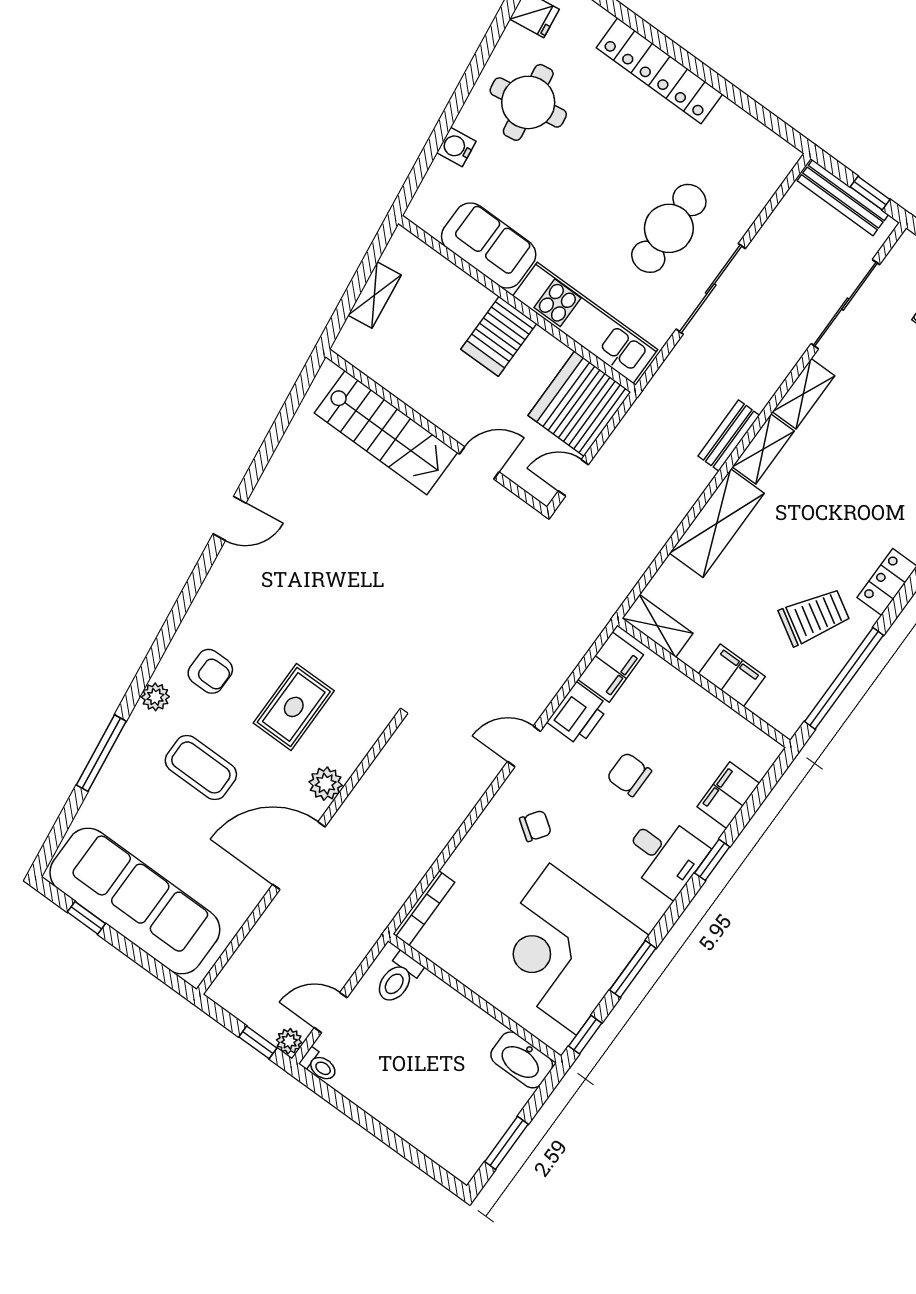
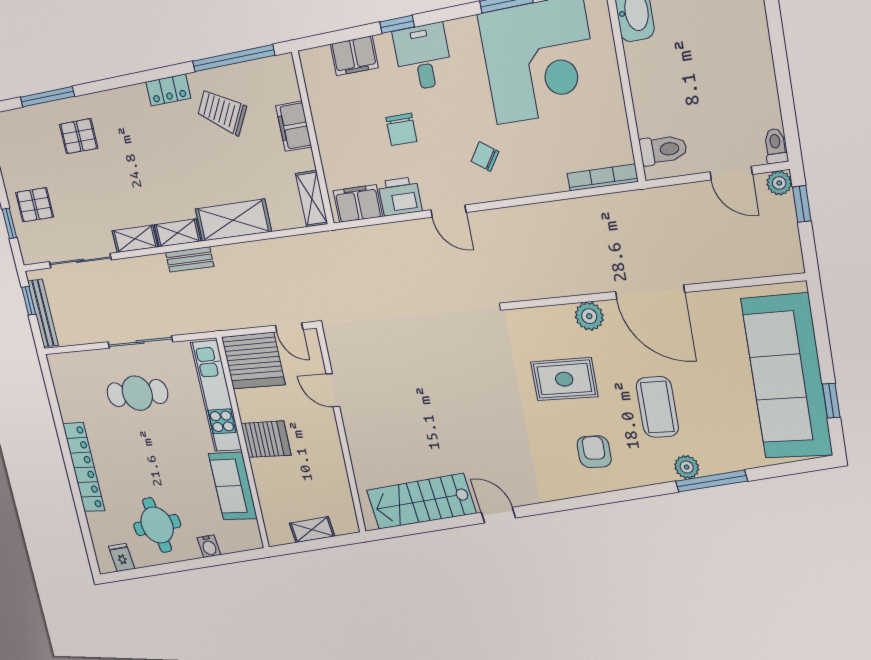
stairs: (386, 433) -> (421, 502), moved, turned -97
plant: (155, 697) -> (687, 467), moved

